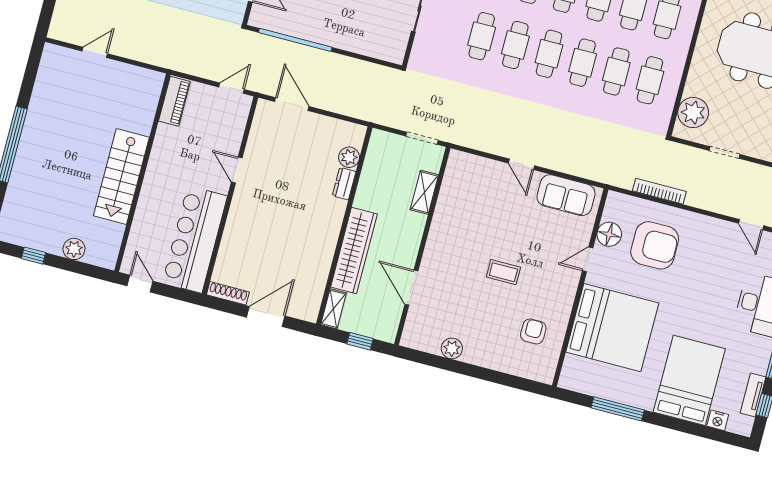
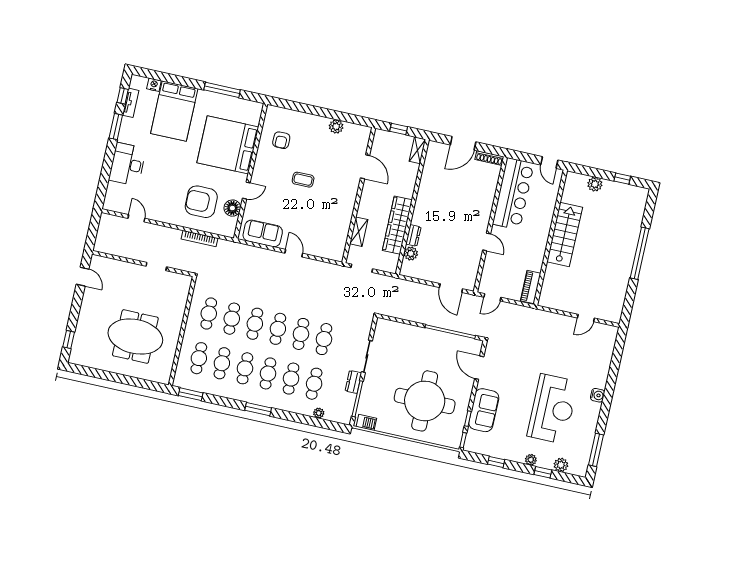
plant: (693, 113) -> (179, 293), removed
wardrobe: (354, 251) -> (397, 225), moved

